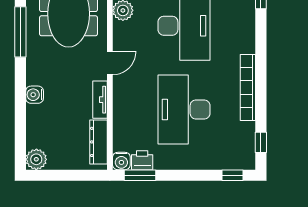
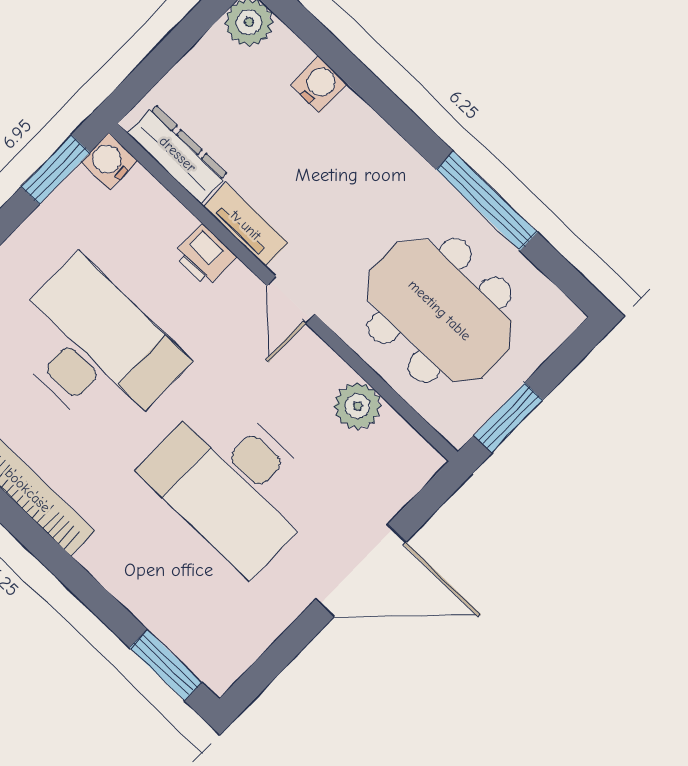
water cooler: (35, 95) -> (319, 84), moved
printer: (142, 160) -> (205, 256), moved, turned 90

